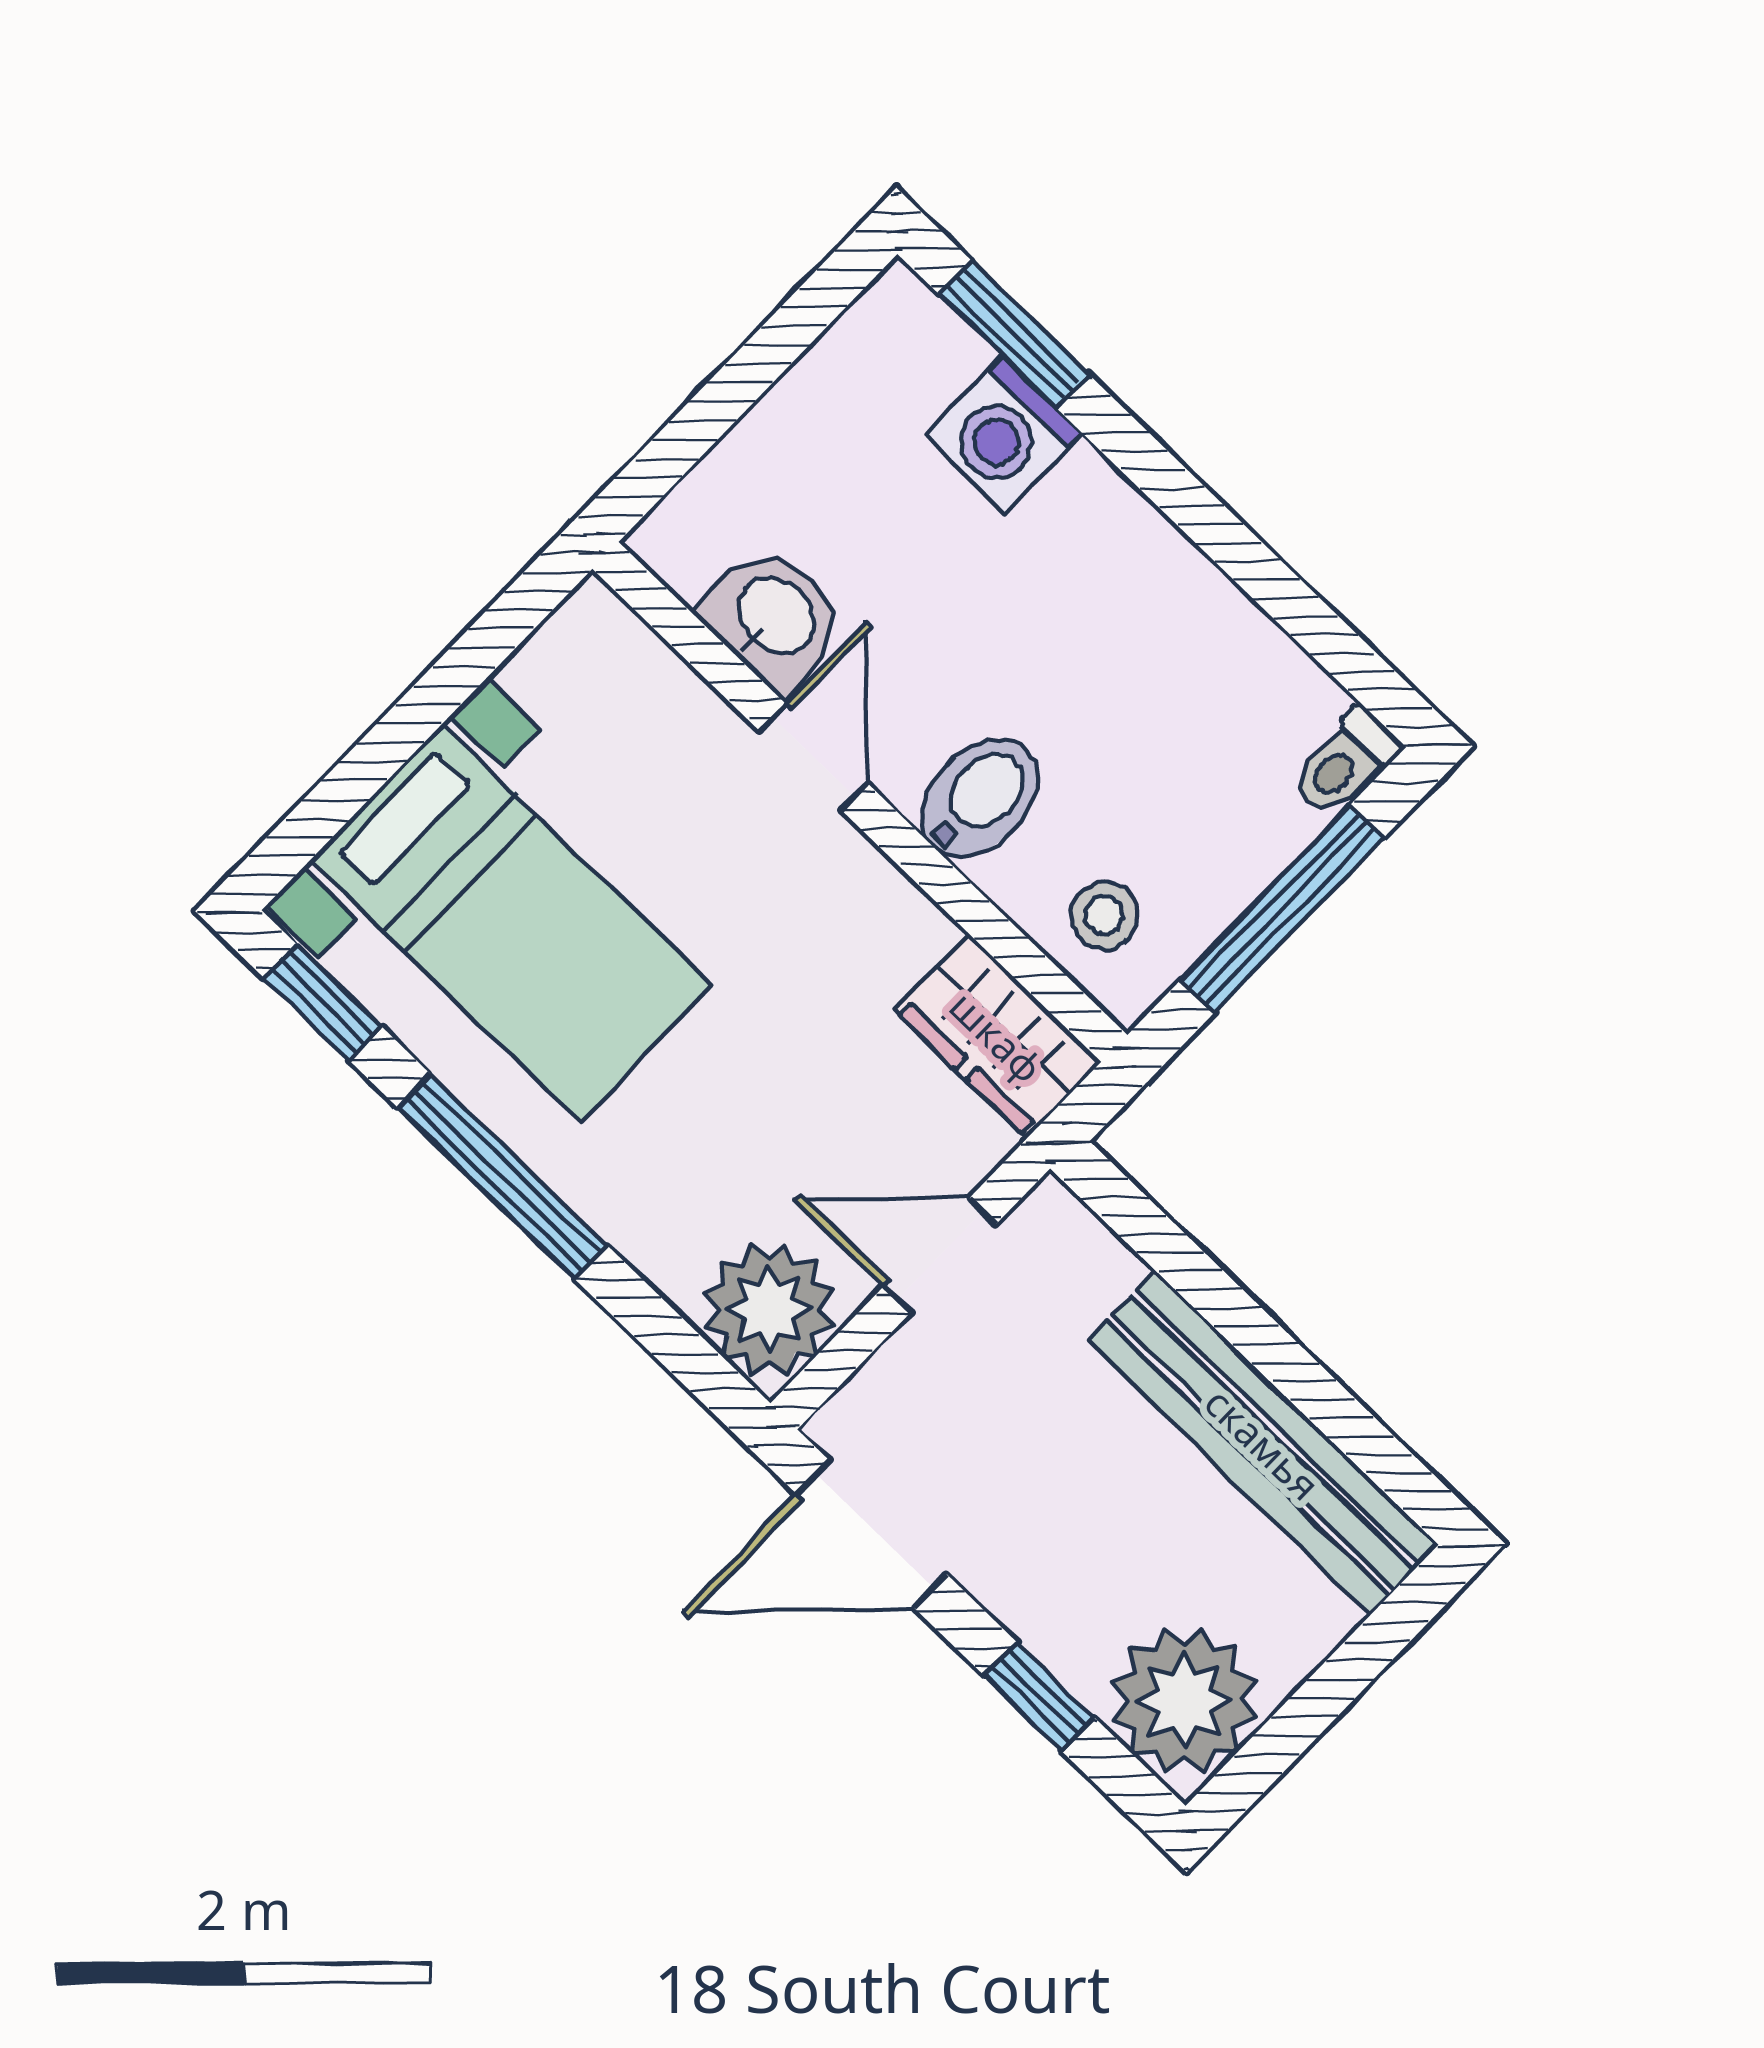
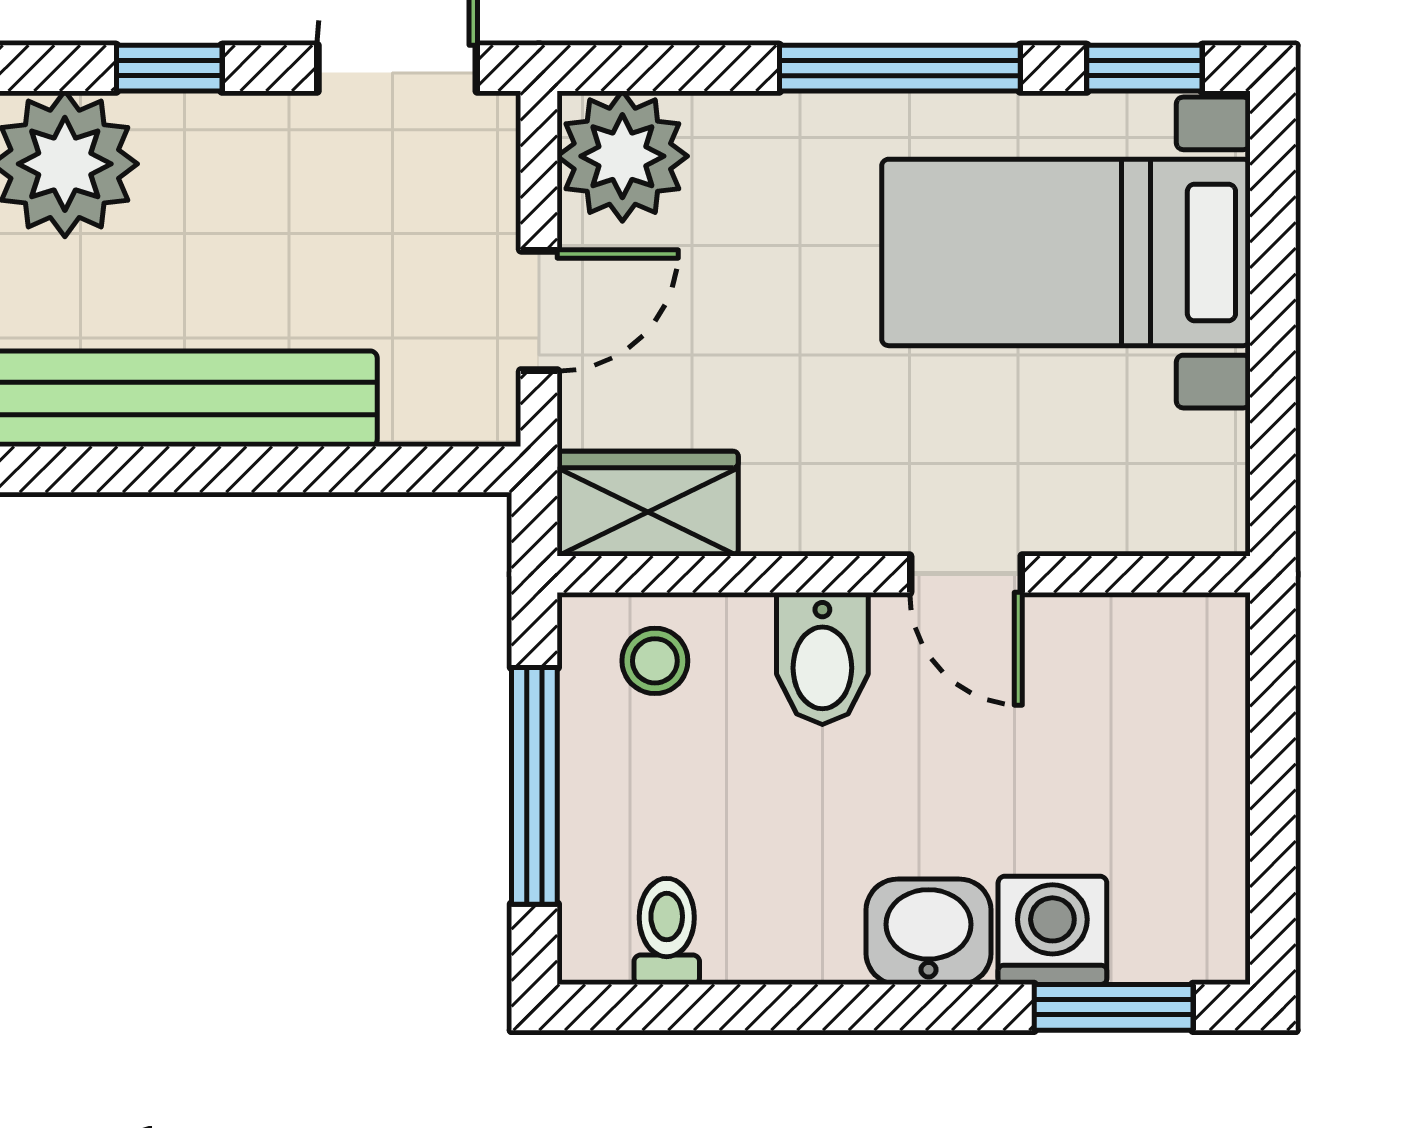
washbasin: (774, 618) -> (928, 932), moved, turned 180
toilet: (1345, 763) -> (667, 931), moved

